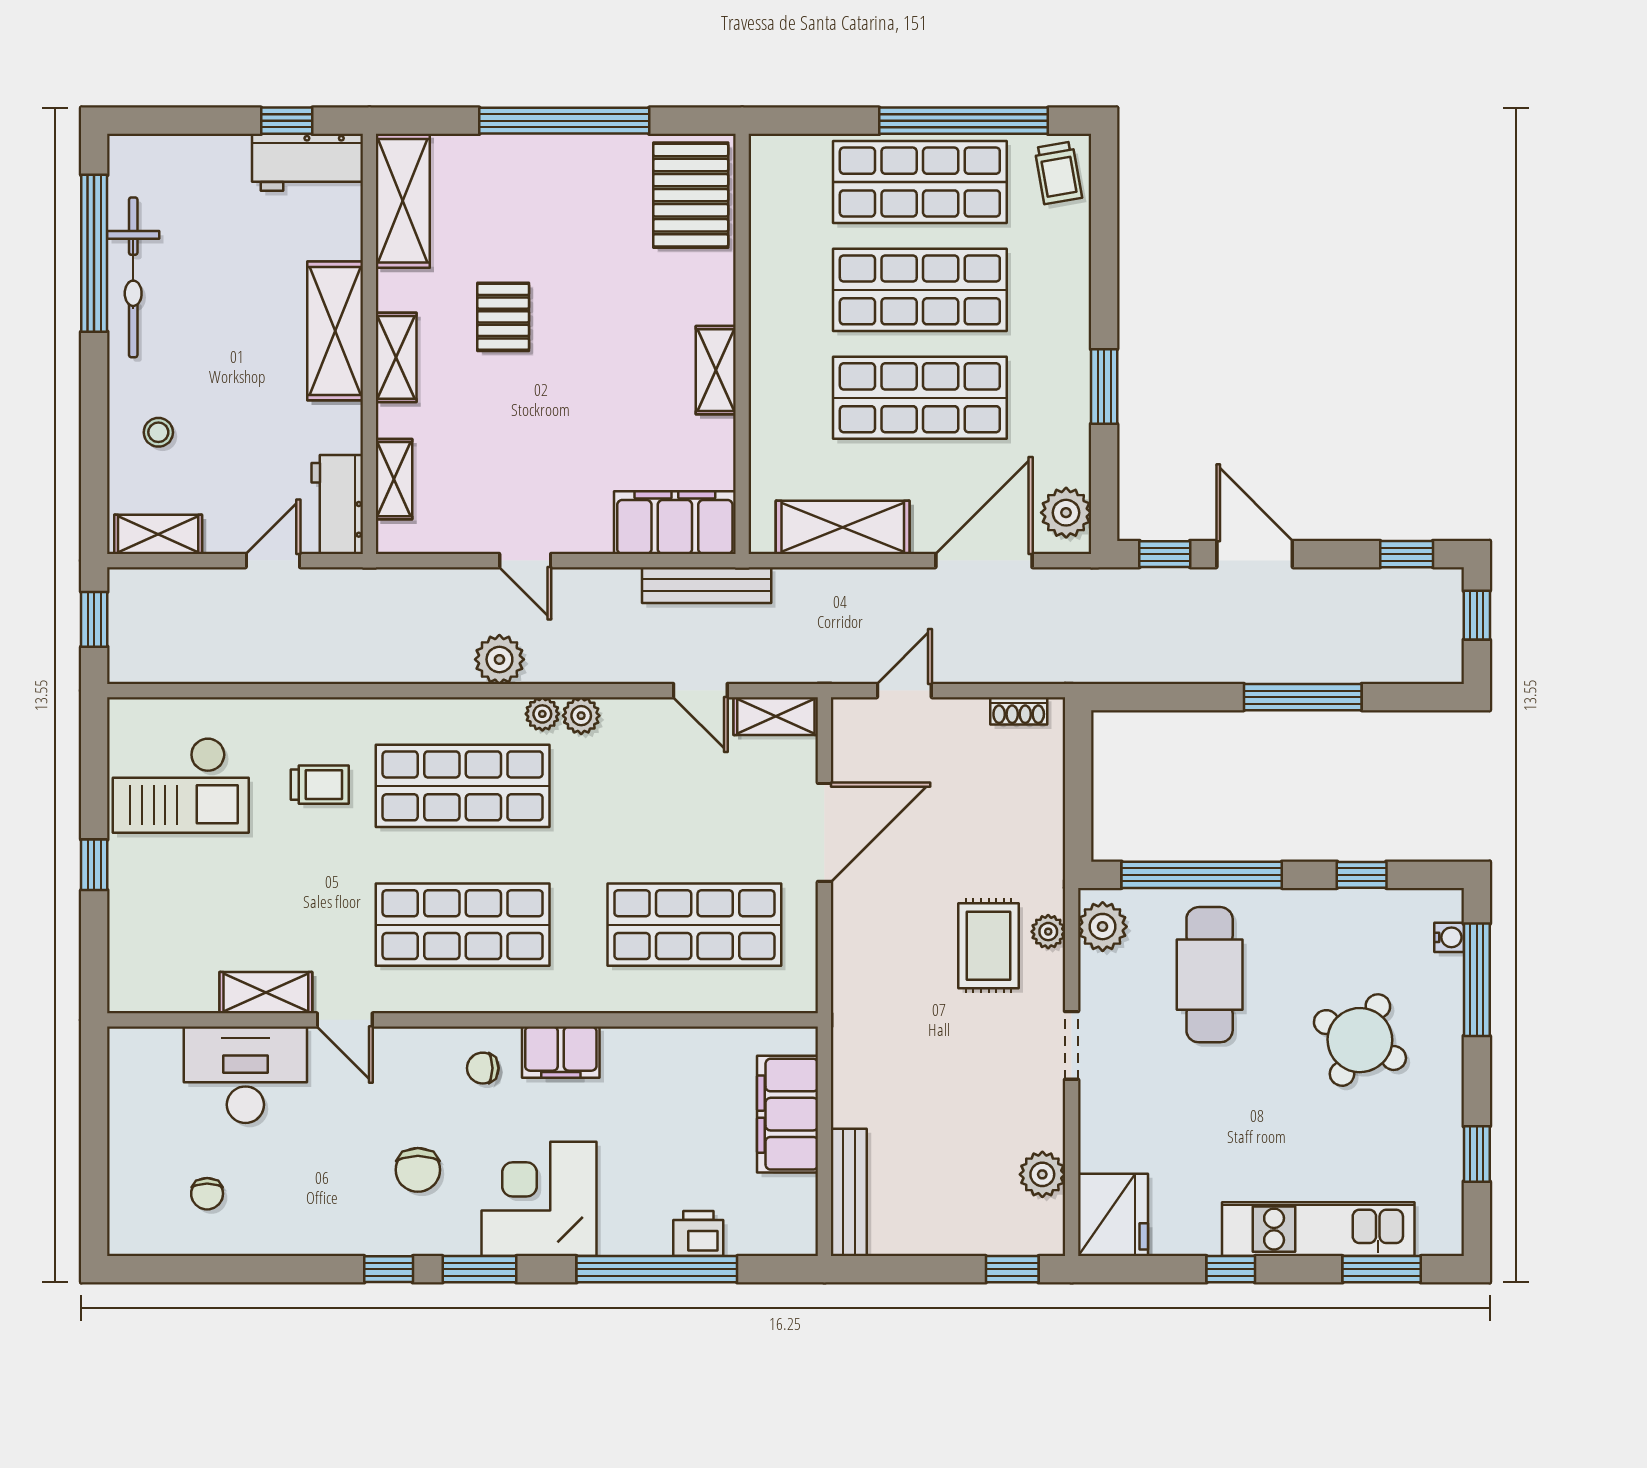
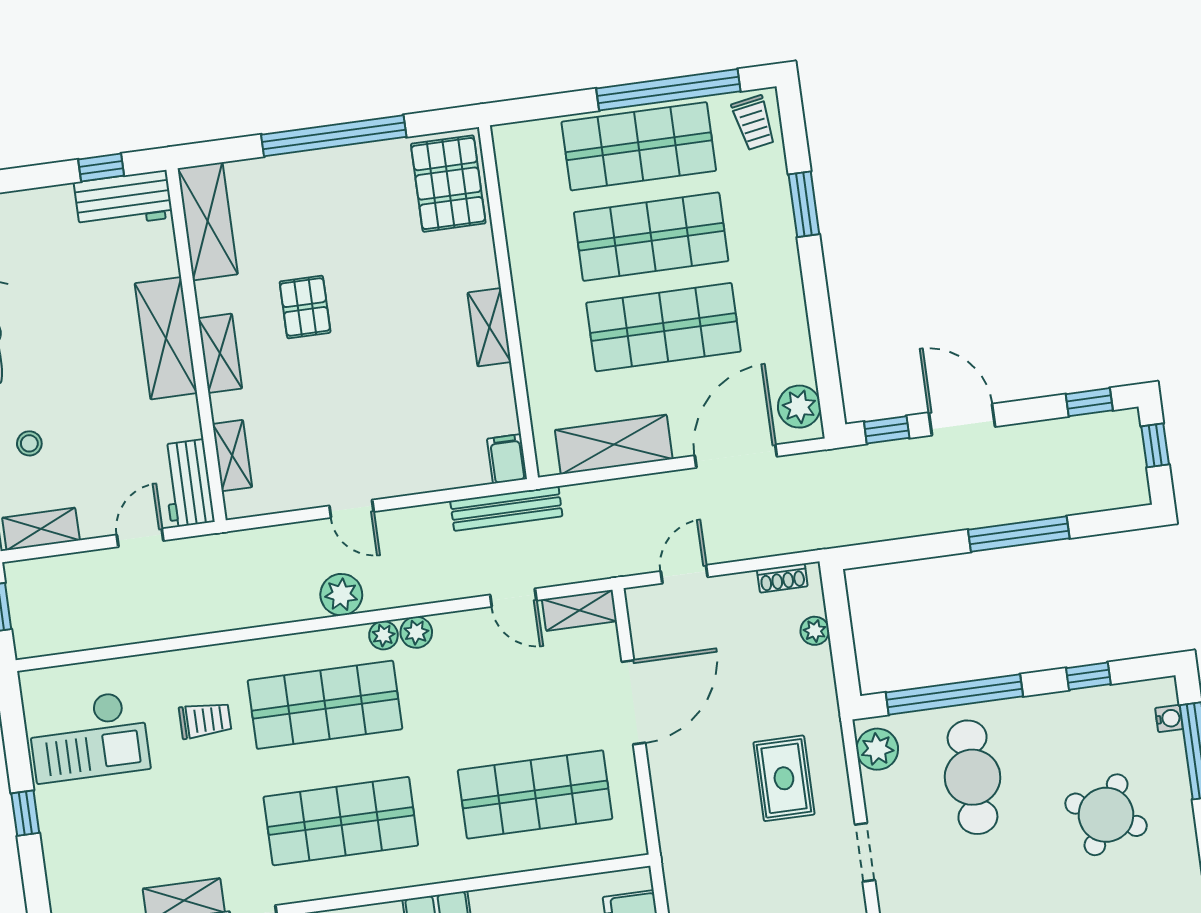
window: (1104, 386) -> (804, 204), moved
filing cabinet: (675, 523) -> (507, 459), width x0.33, depth x0.86
plant: (1048, 932) -> (815, 631), moved

